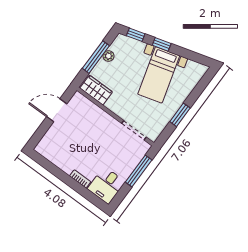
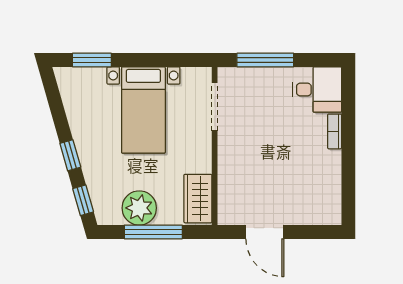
plant: (108, 56) -> (139, 208), width x1.87, depth x1.87
bed with nightstands: (159, 75) -> (143, 110), moved, turned 106
window: (180, 115) -> (92, 60), moved

